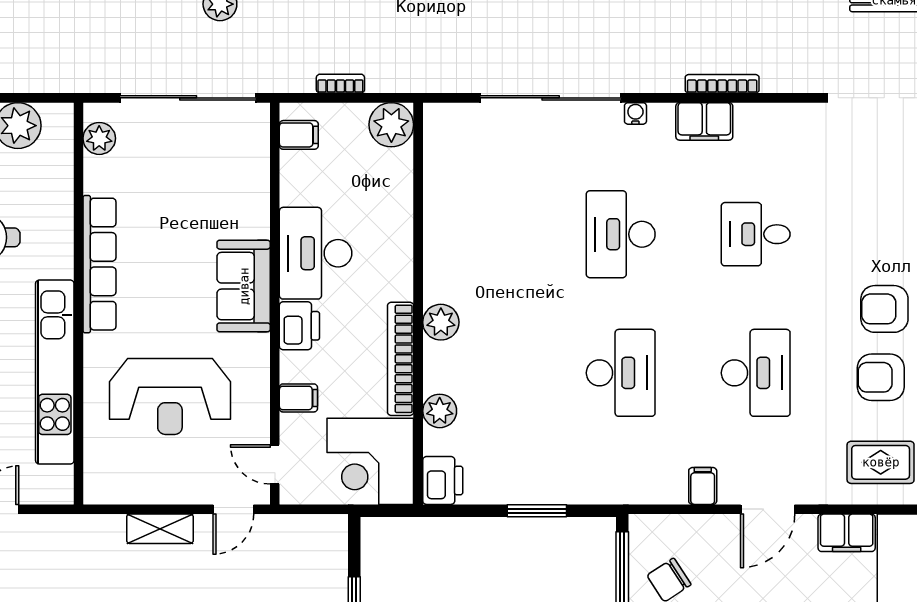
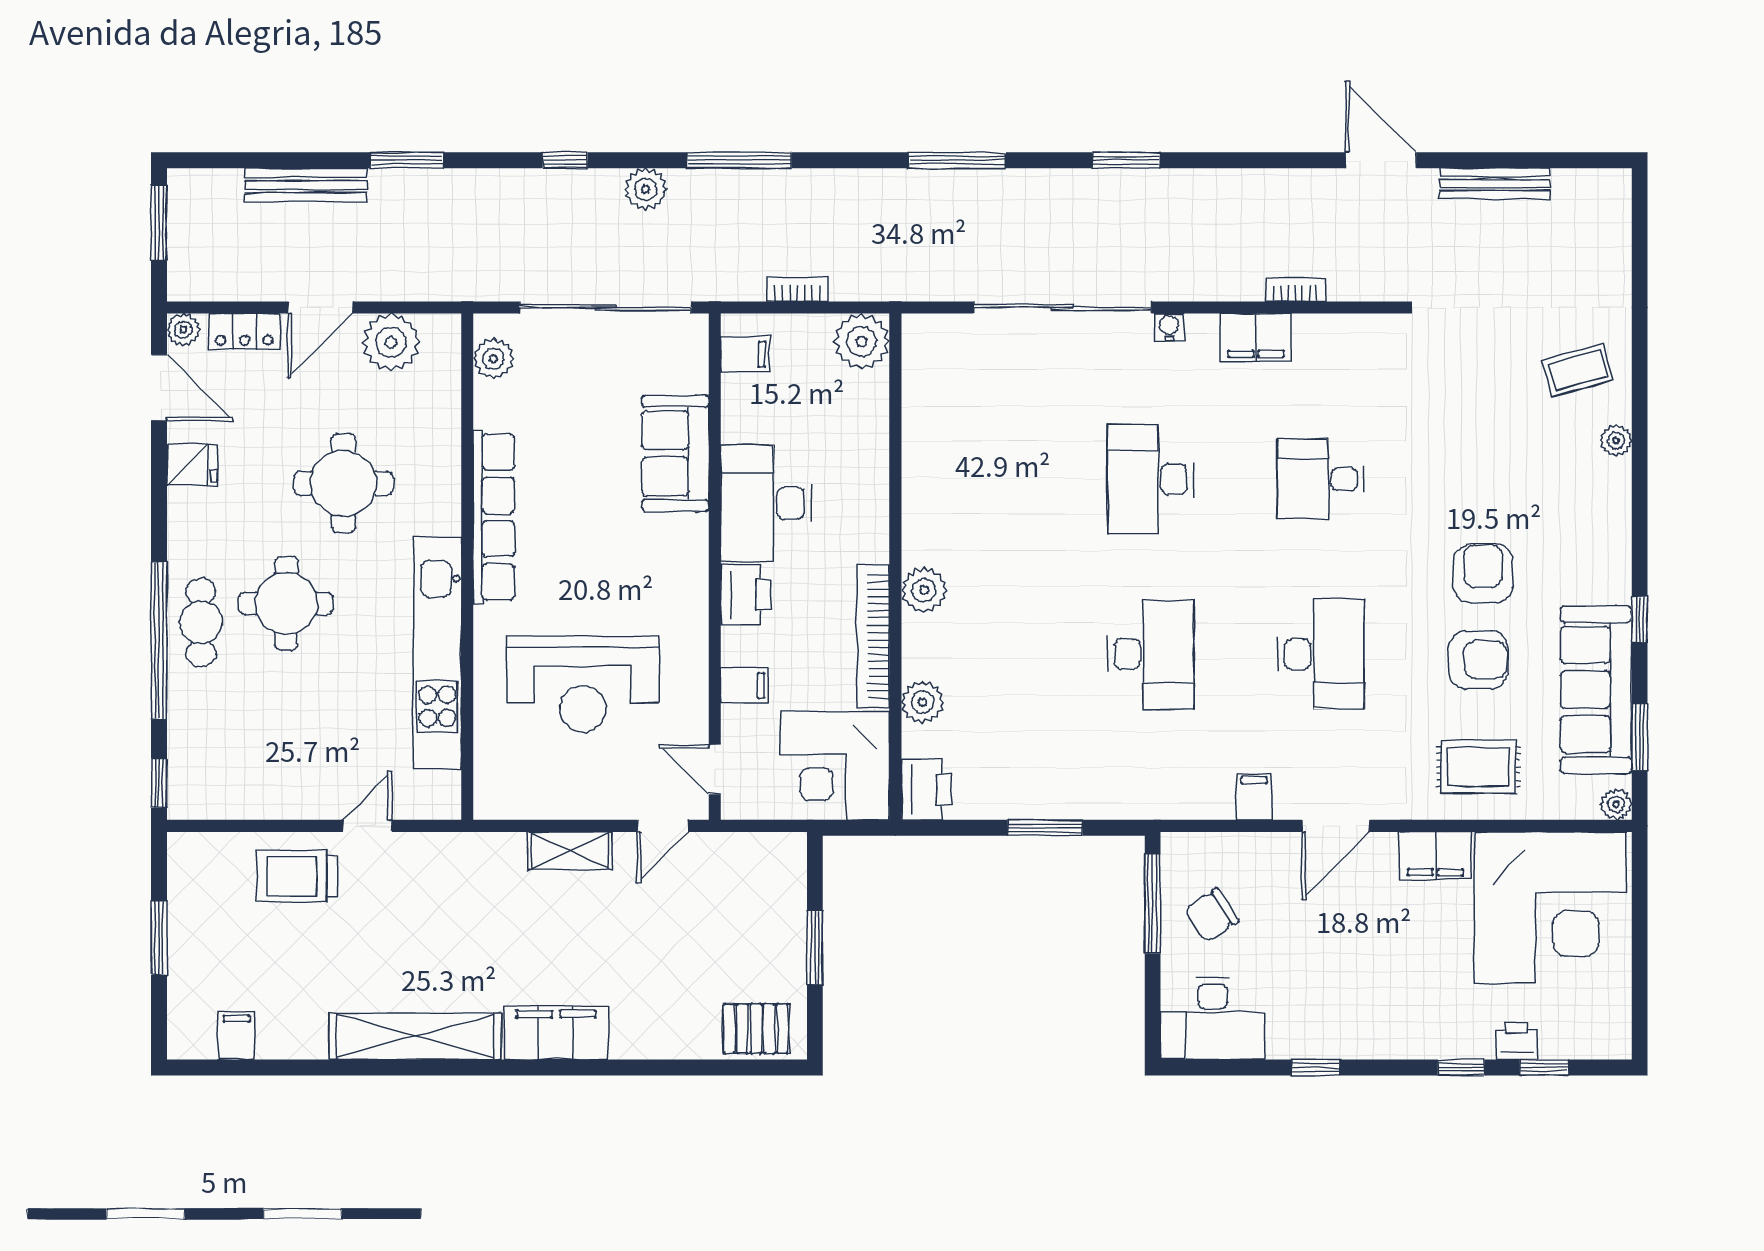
bookcase: (722, 84) -> (1295, 290), width x0.64
sofa: (244, 286) -> (675, 453), moved
armchair: (884, 309) -> (1483, 573), turned 90
armchair: (881, 377) -> (1478, 660), turned 180

